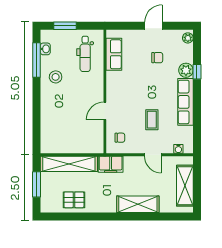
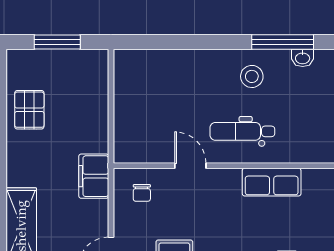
dental chair: (85, 54) -> (242, 131), moved
row of seats: (114, 54) -> (272, 182), moved
shelving: (69, 164) -> (95, 101), removed

